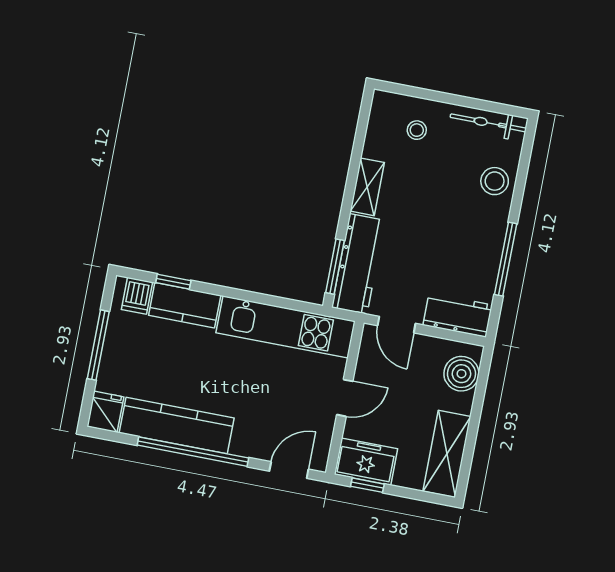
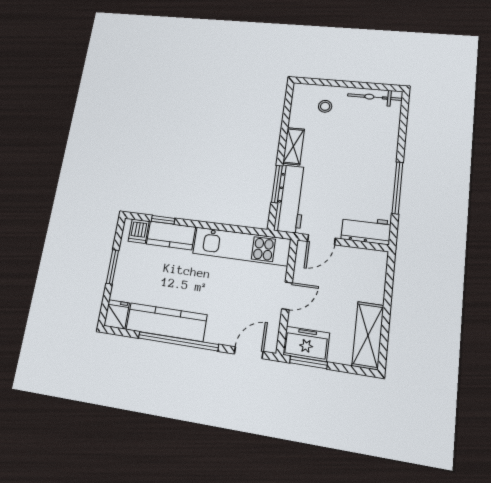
stool: (495, 181) -> (383, 135), removed
window: (335, 267) -> (277, 184), moved
door: (396, 325) -> (321, 240), hinge flipped
window: (98, 345) -> (112, 267), width x0.69
boiler: (461, 374) -> (373, 273), removed
window: (367, 485) -> (309, 362), width x1.50

